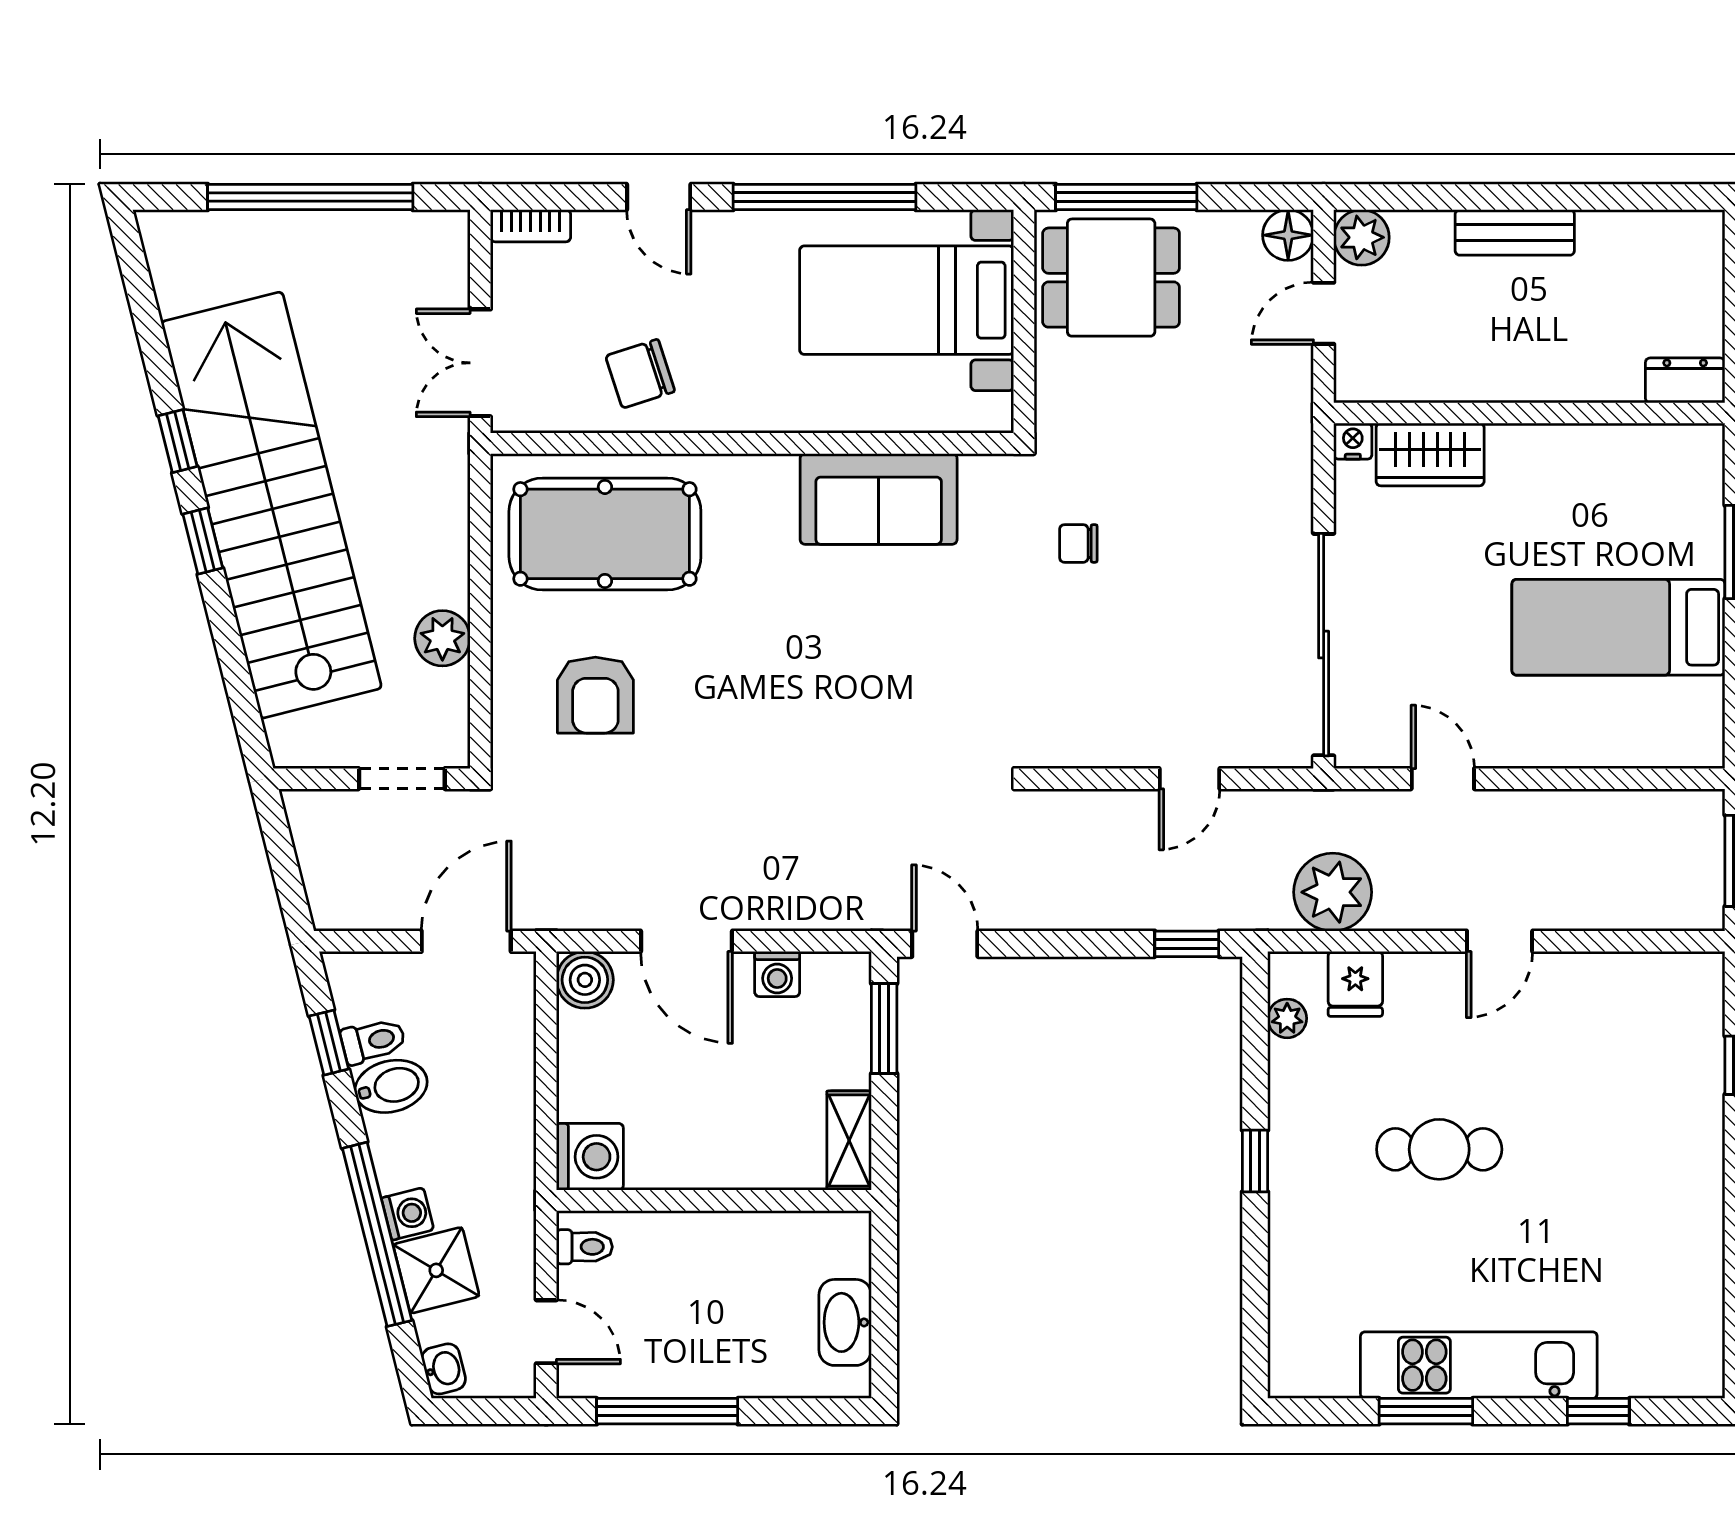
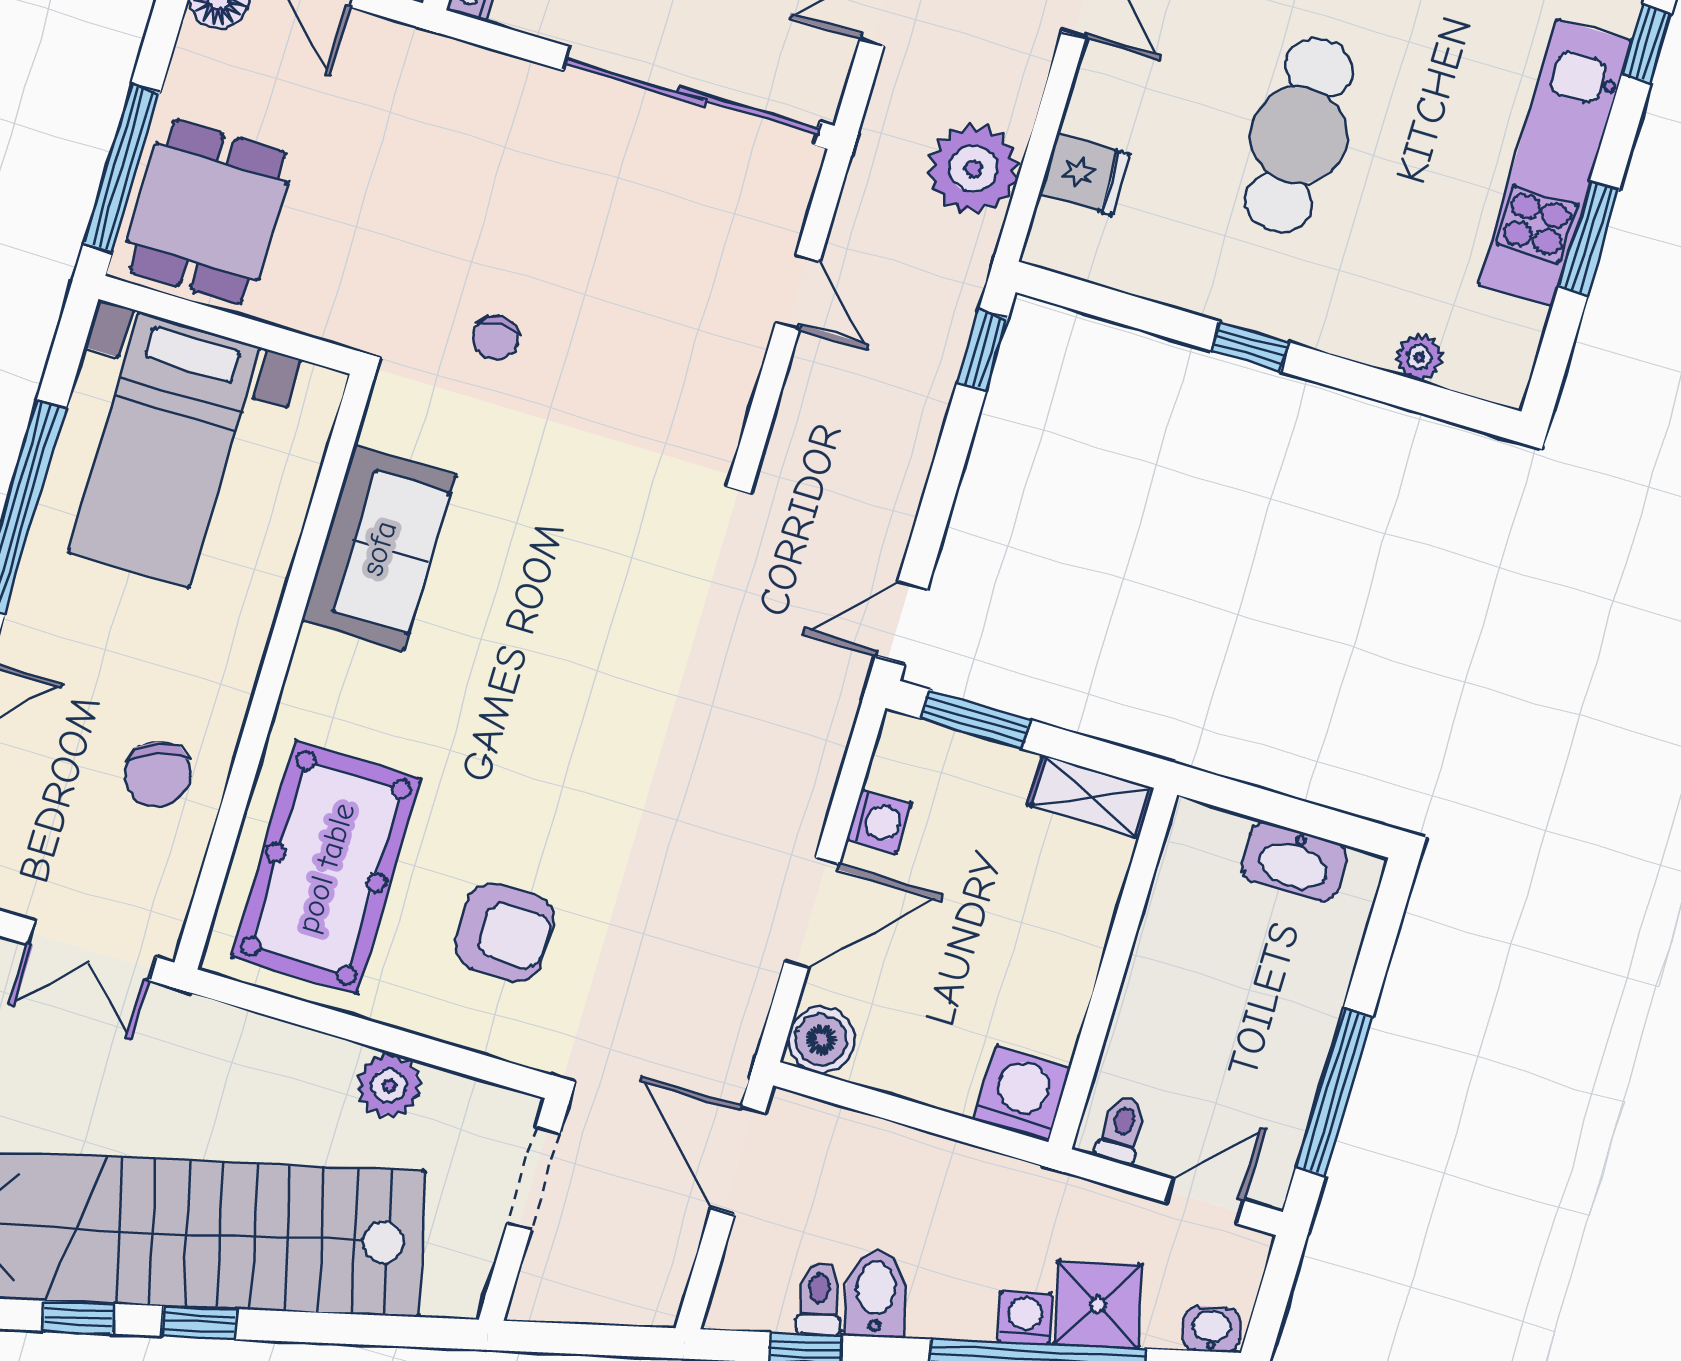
plant: (1287, 1018) -> (1419, 357), moved
cafe table: (1439, 1149) -> (1299, 135), width x1.37, depth x1.35

